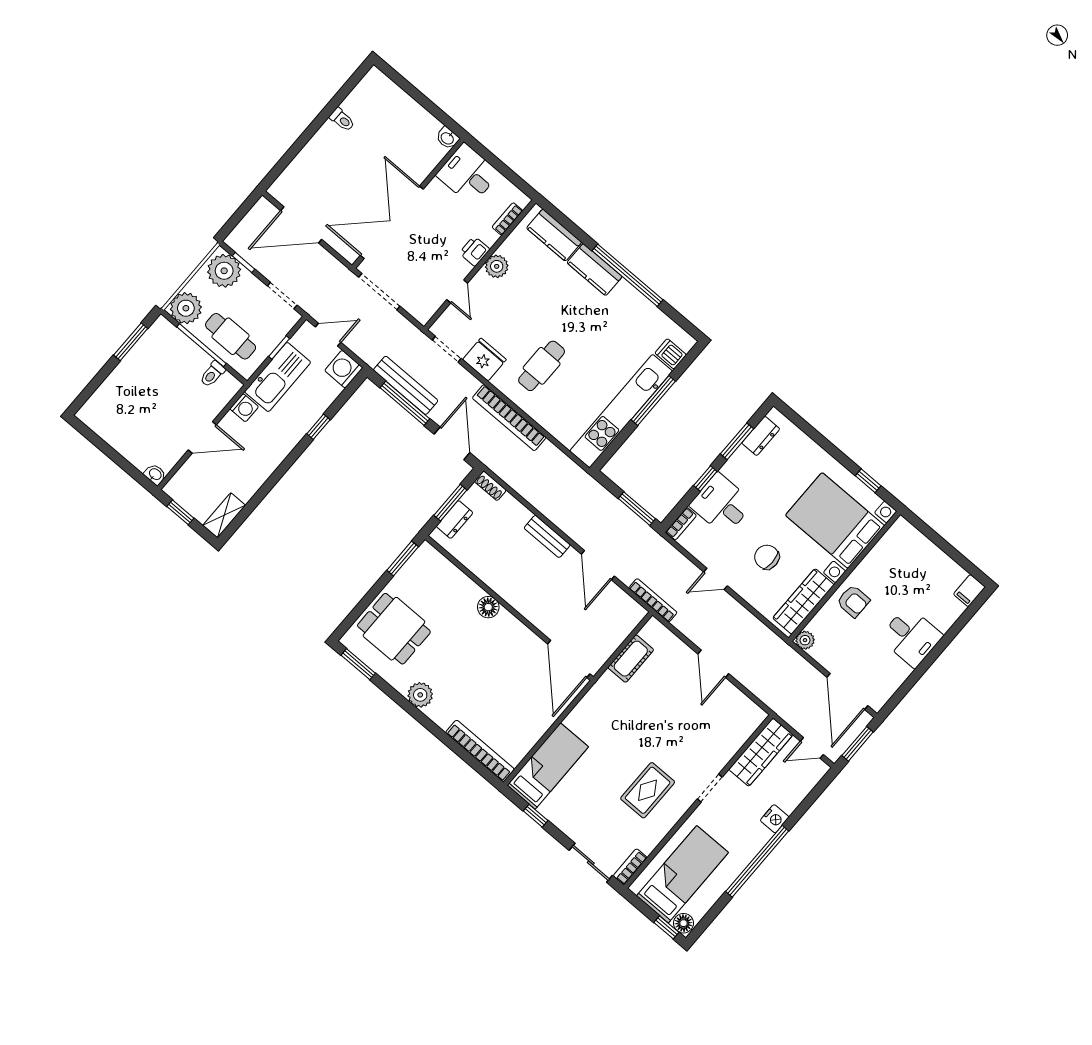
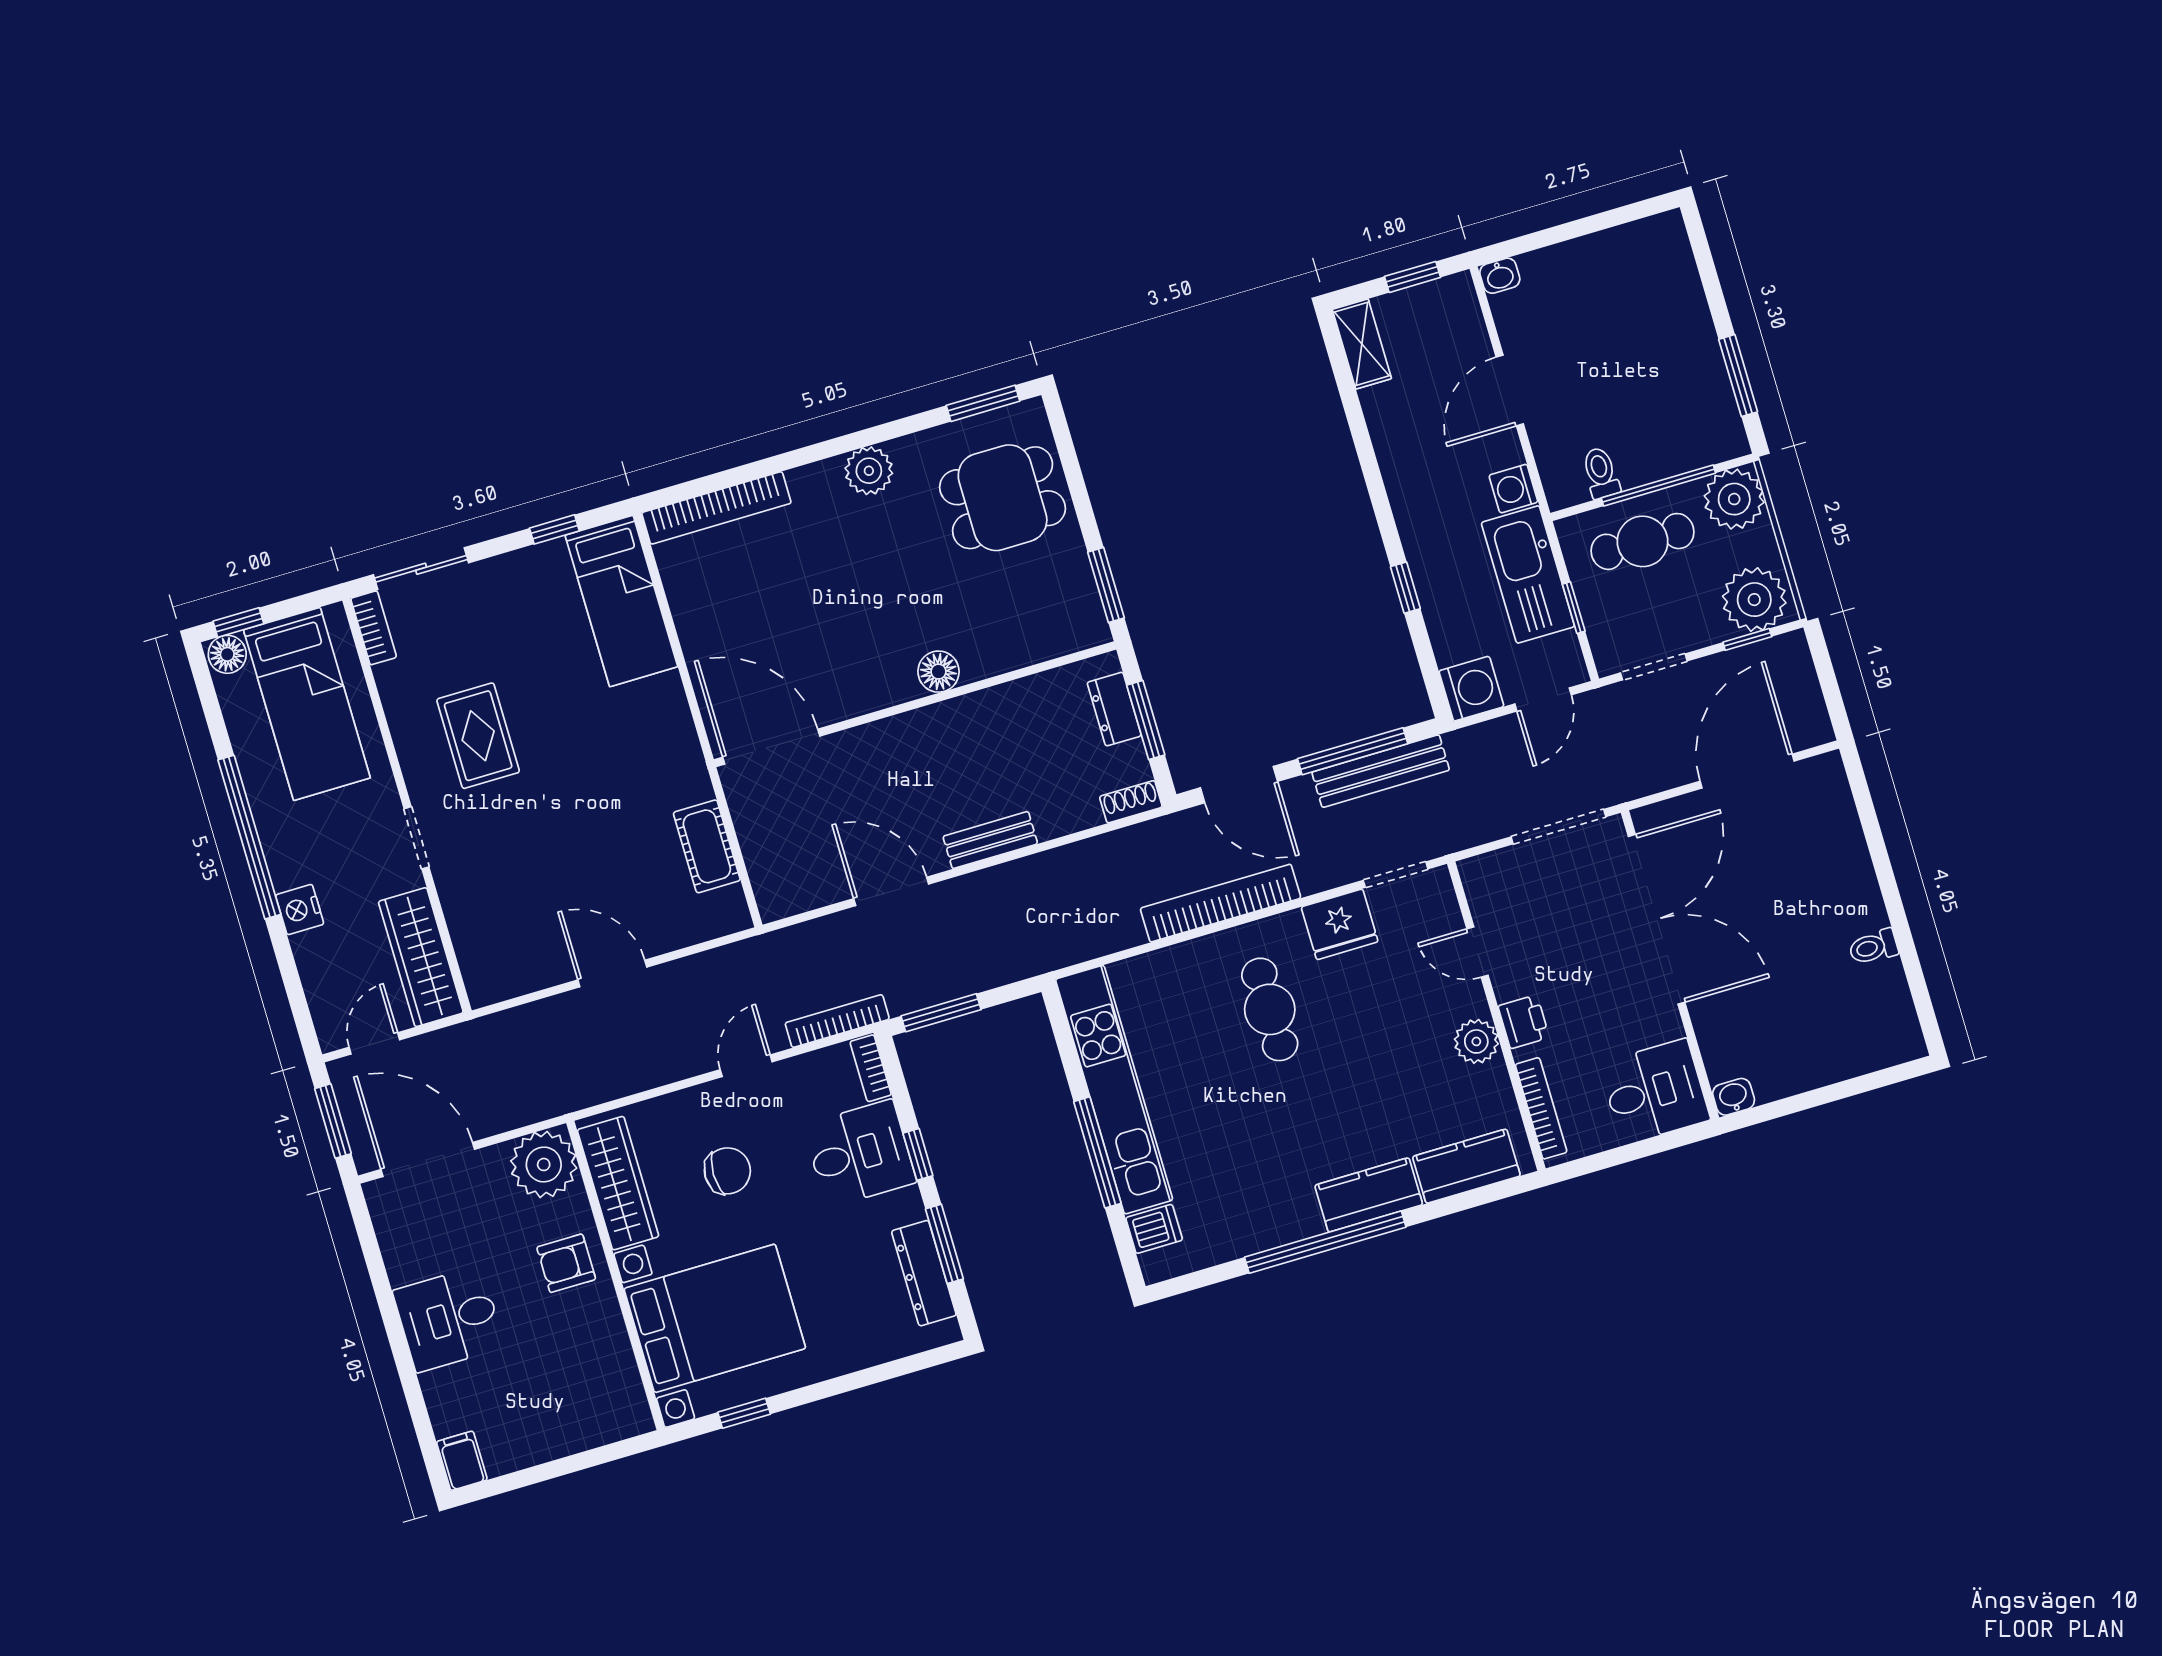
bookcase: (507, 219) -> (1541, 1108), width x1.56
dresser: (761, 436) -> (924, 1273), width x1.44
bookcase: (653, 600) -> (837, 1021), moved, turned 180
plant: (805, 640) -> (544, 1164), width x1.88, depth x1.88

